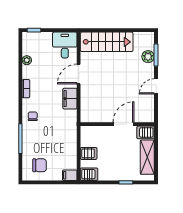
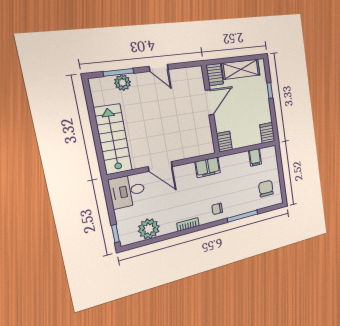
plant: (27, 60) -> (149, 229), width x1.88, depth x1.88
filing cabinet: (70, 99) -> (208, 167), moved
door: (123, 124) -> (209, 102), swing flipped
server rack: (89, 153) -> (224, 142), moved
filing cabinet: (70, 175) -> (255, 157), moved

